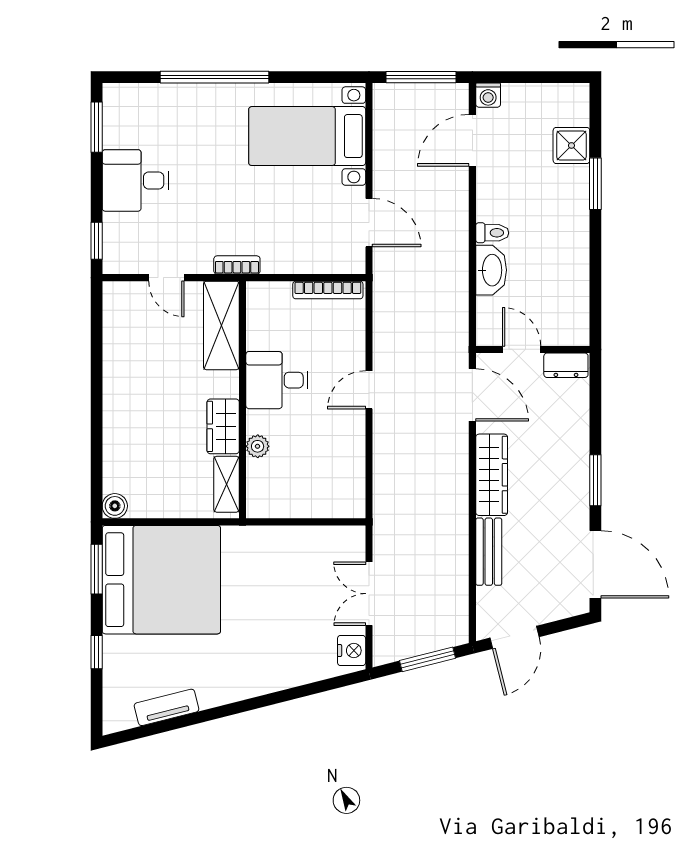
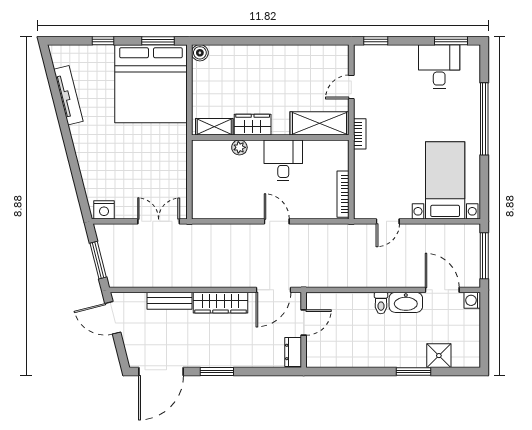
desk: (136, 180) -> (439, 67), moved
door: (369, 223) -> (388, 221), width x0.73
washbasin: (491, 270) -> (406, 302), moved
double door: (369, 594) -> (159, 221), moved
tv unit: (167, 707) -> (68, 95), width x1.41

